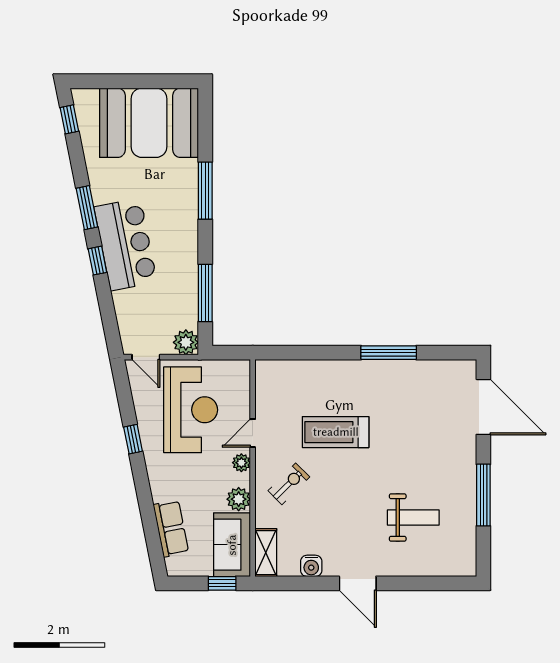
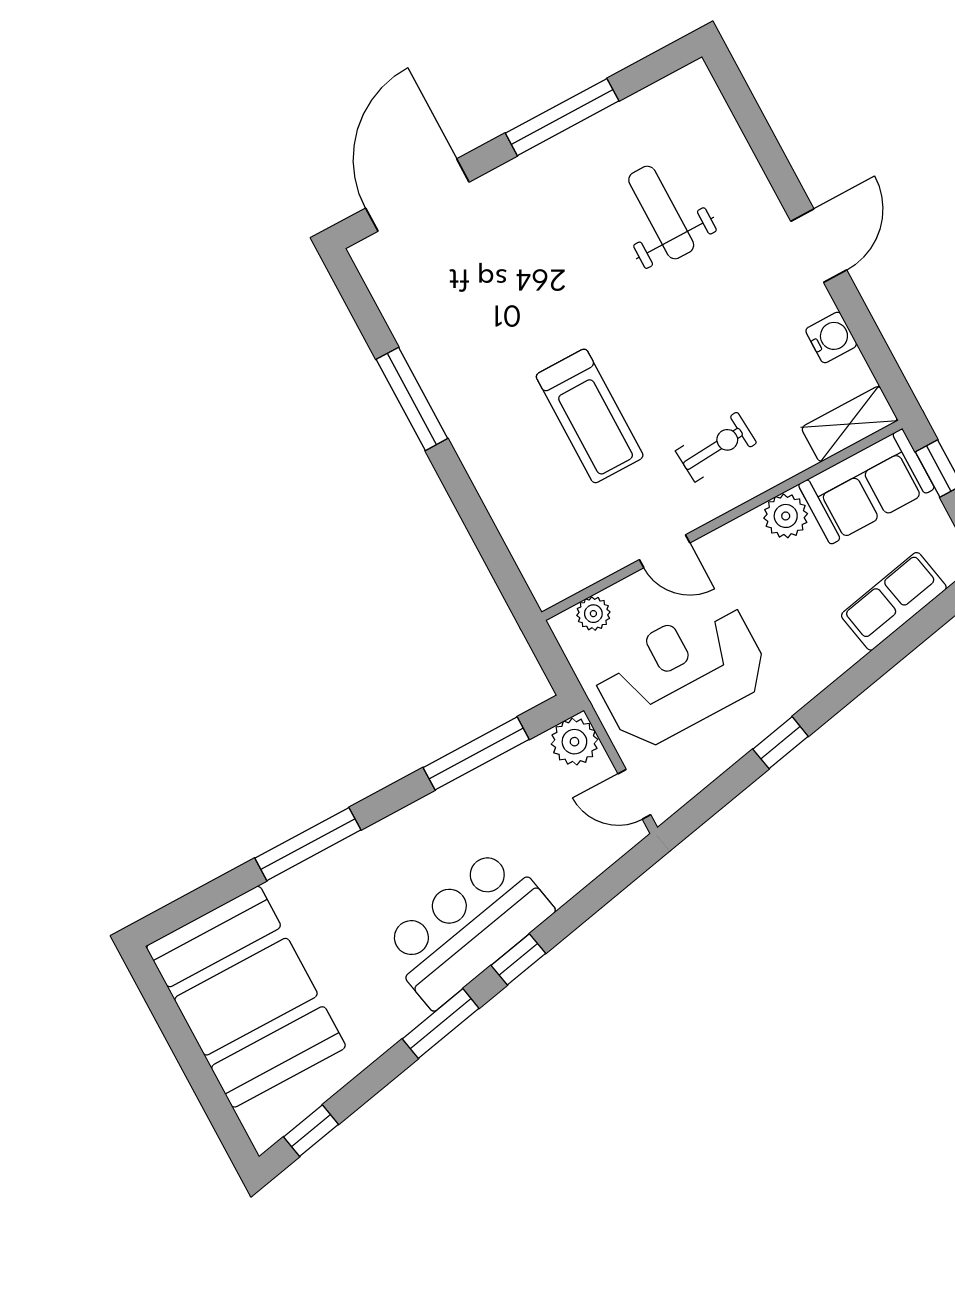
door: (146, 357) -> (634, 794), swing flipped
plant: (241, 463) -> (593, 614), moved
exercise bike: (289, 484) -> (716, 447), turned 131

